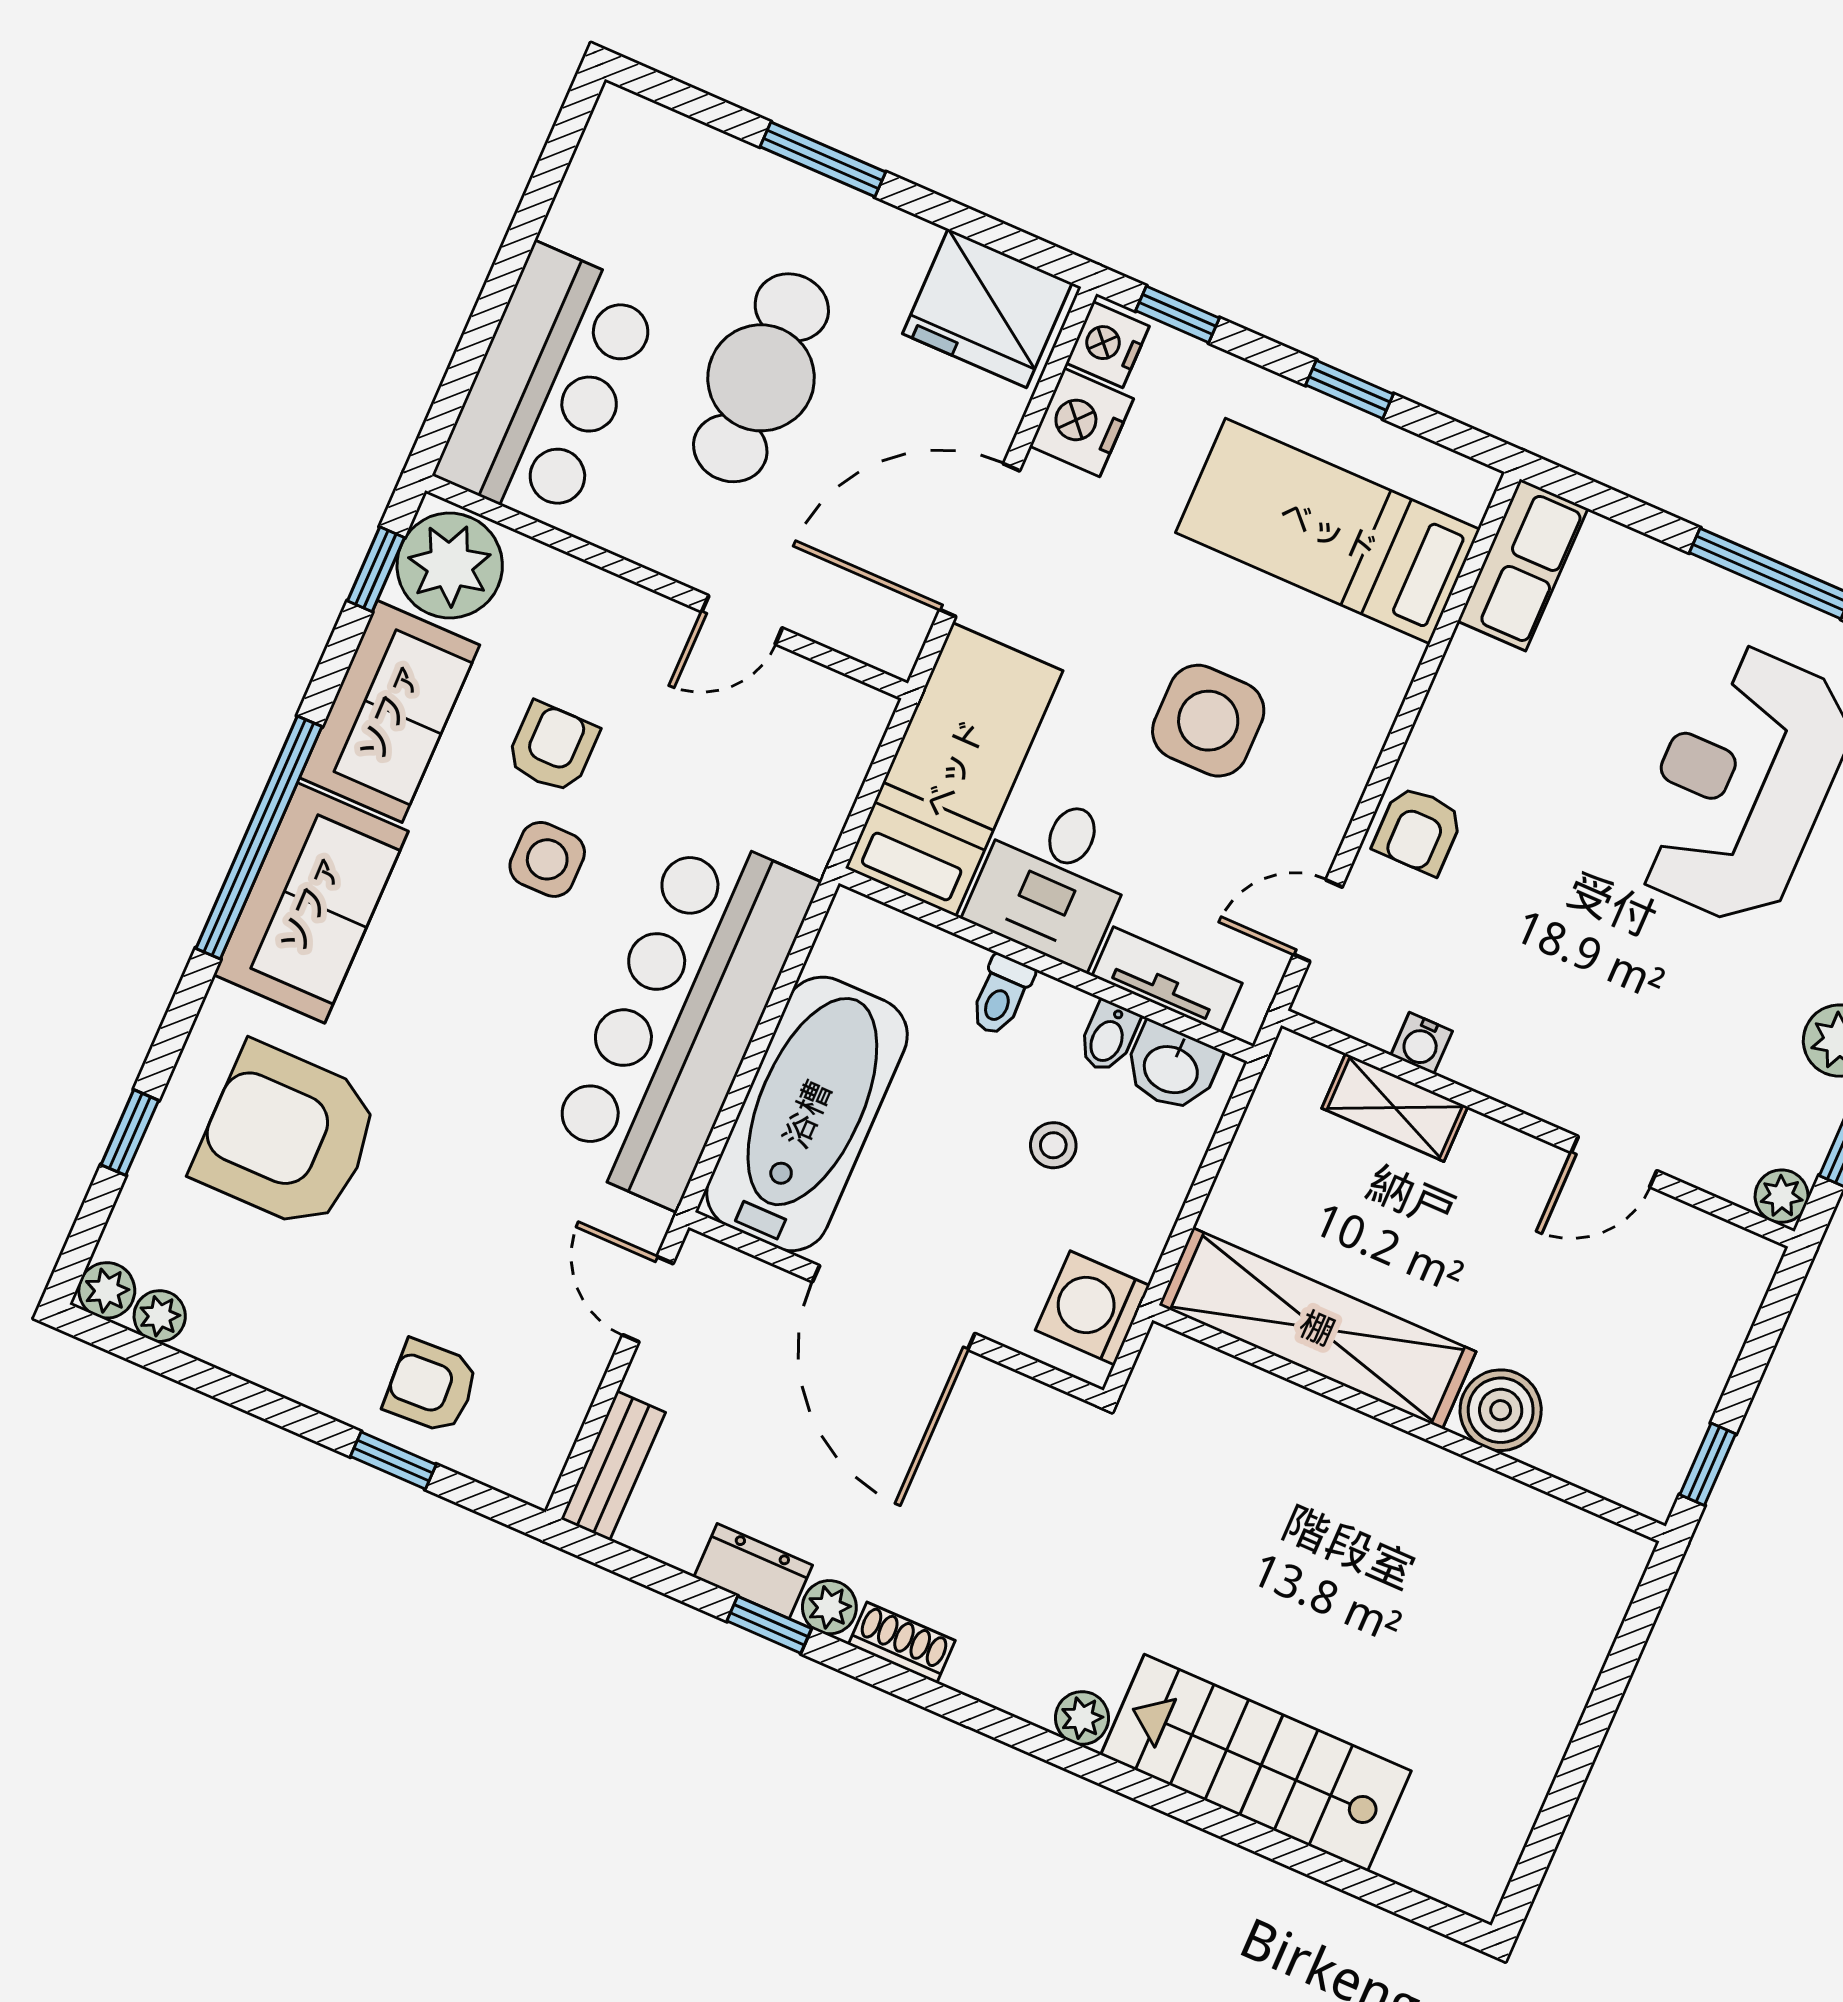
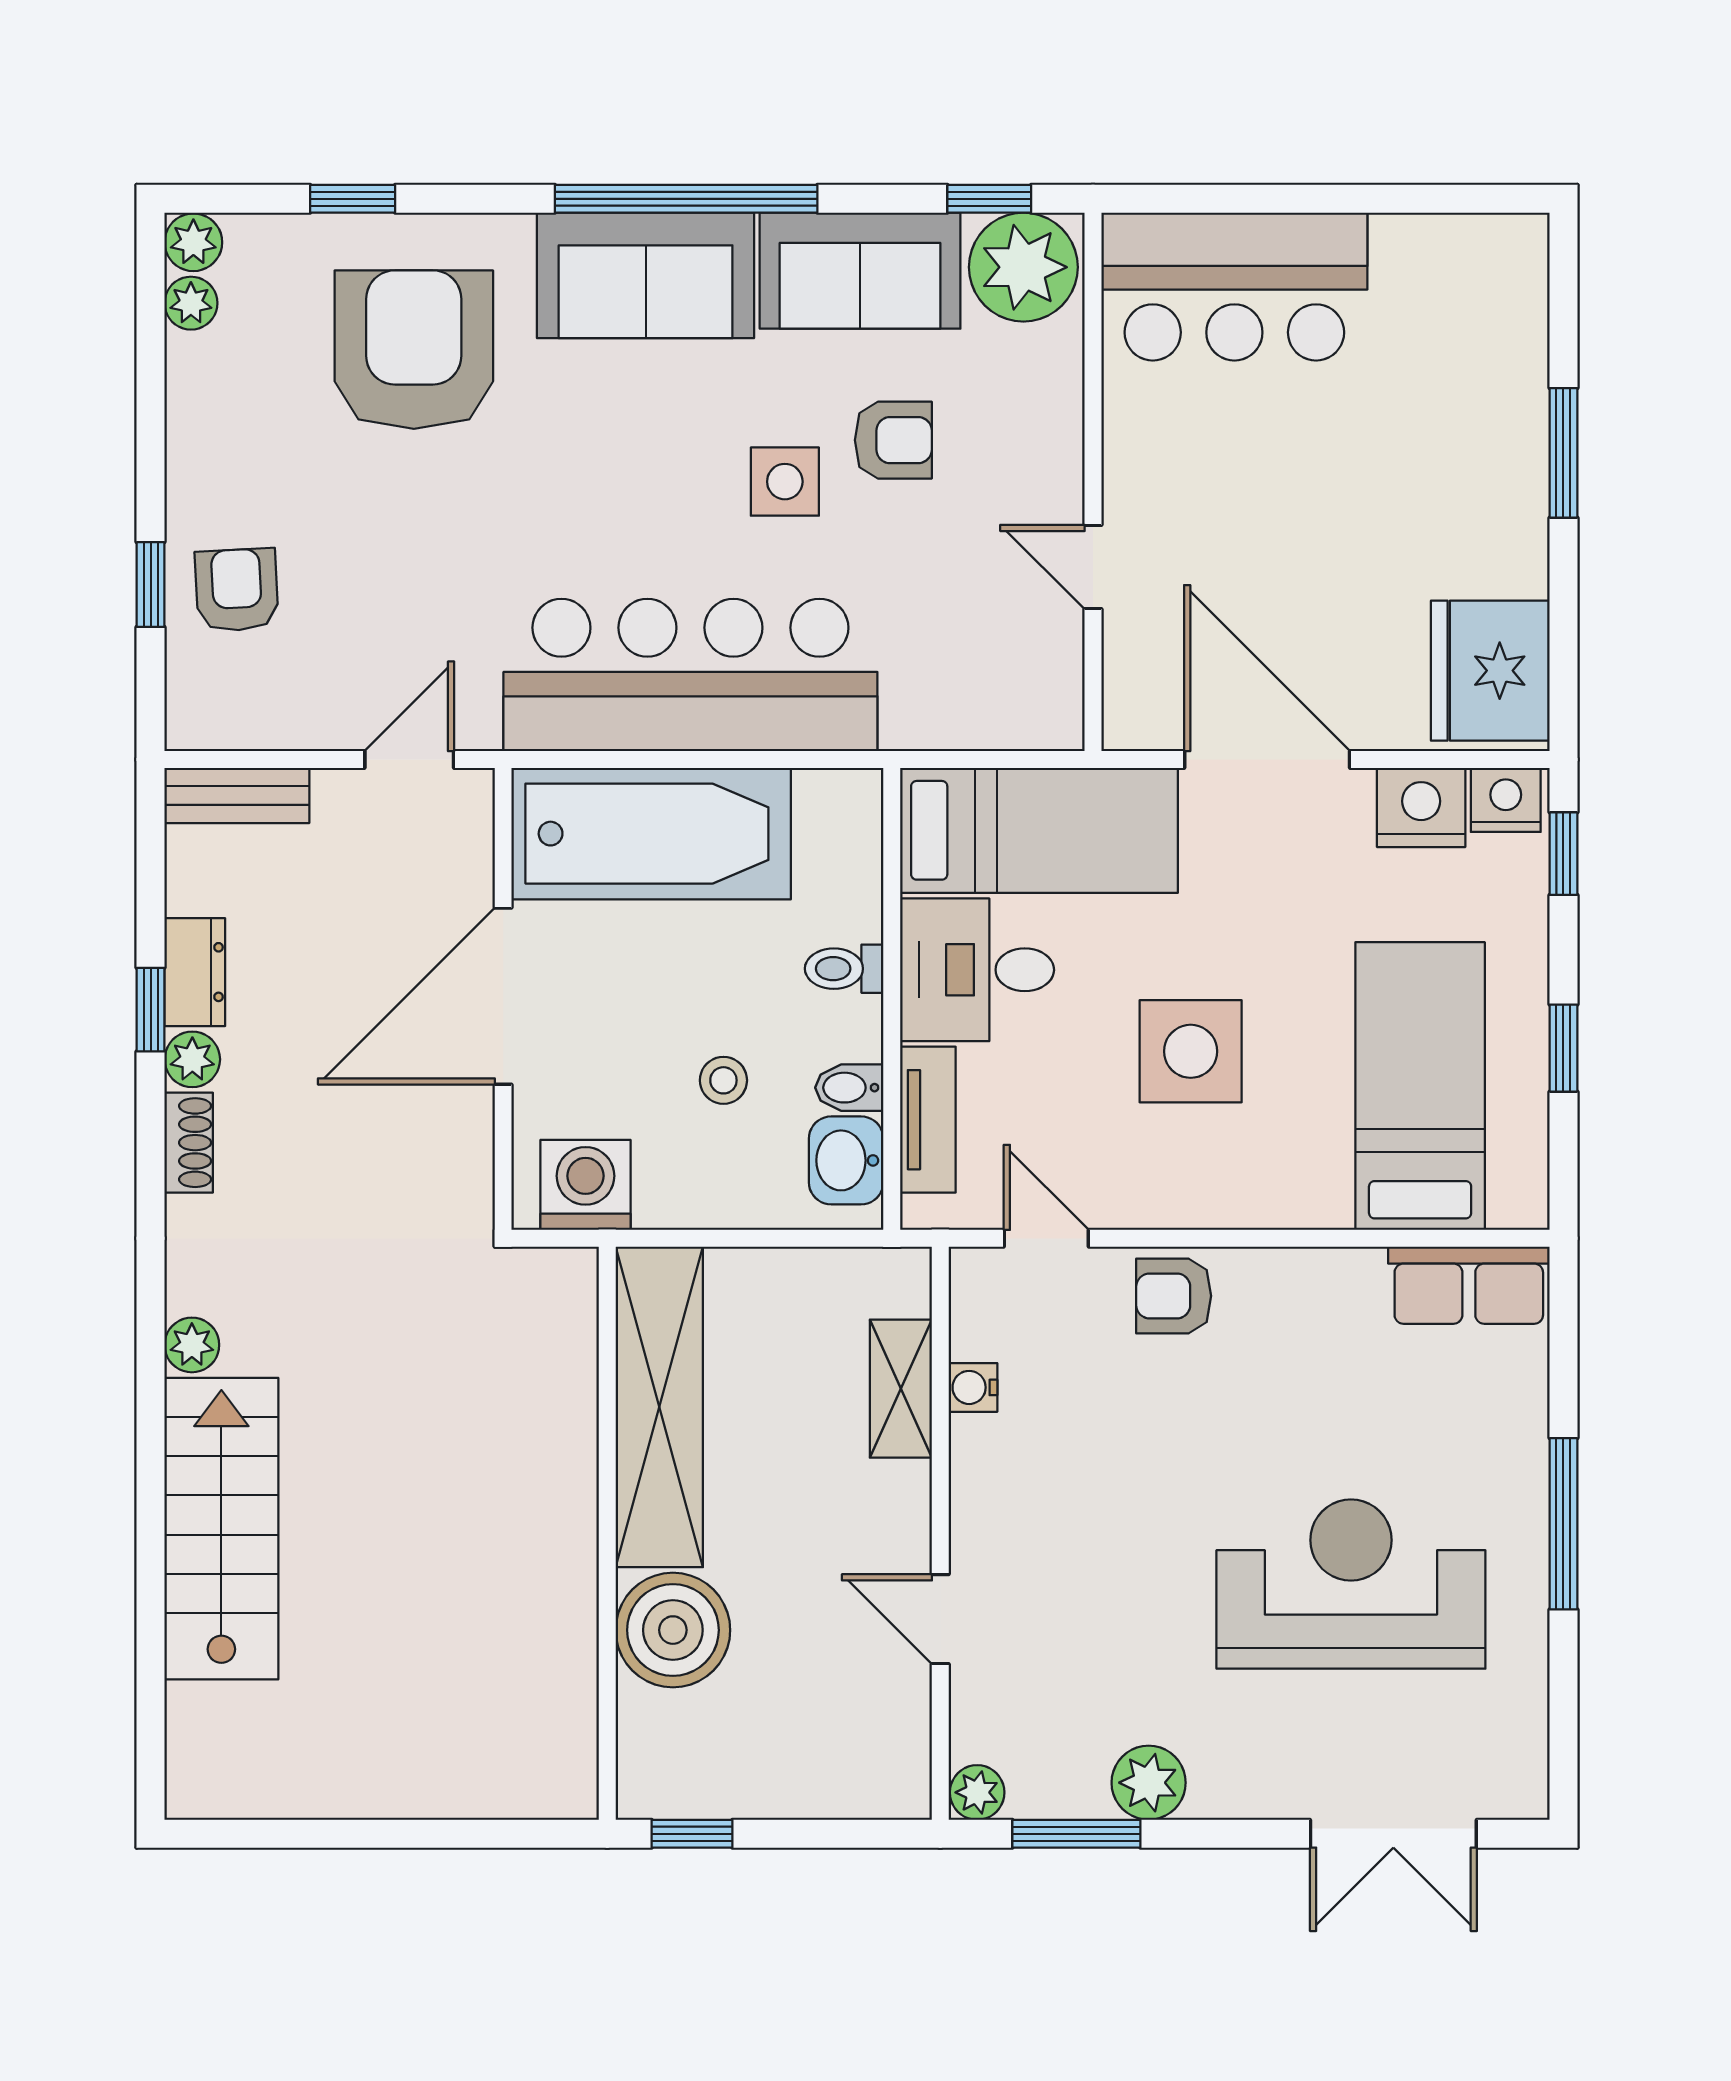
cafe table: (761, 378) -> (1331, 485), removed
boiler: (1501, 1410) -> (673, 1630), width x1.37, depth x1.37

